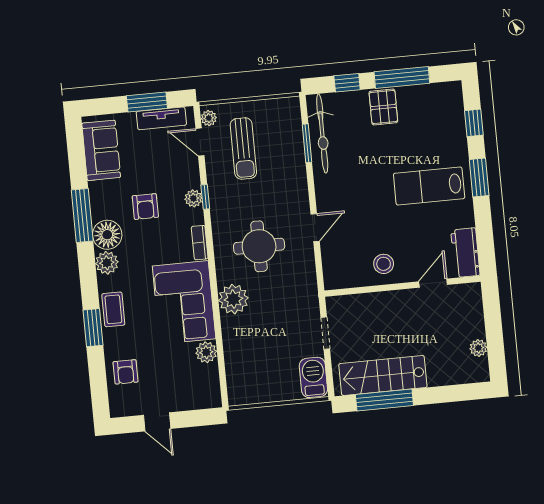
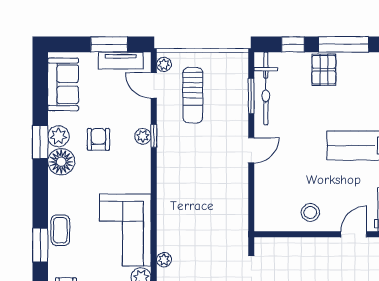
armchair: (145, 207) -> (98, 139), turned 180
window: (82, 215) -> (40, 142), width x0.69
door: (315, 228) -> (251, 150), moved
bookcase: (200, 243) -> (145, 177), removed
round table: (259, 246) -> (198, 186), removed
plant: (107, 263) -> (58, 136), moved
plant: (233, 299) -> (164, 260), moved, width x0.53, depth x0.53

